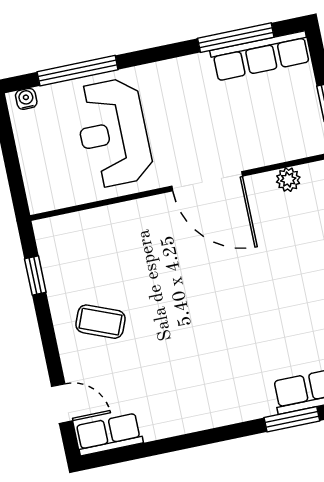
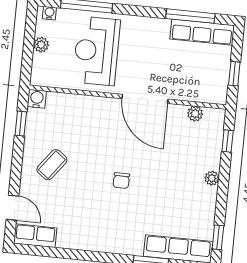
plant: (29, 149) -> (41, 45), added
water cooler: (47, 231) -> (37, 99), added
chair: (210, 313) -> (121, 181), added
coffee table: (100, 322) -> (52, 165), turned -75

